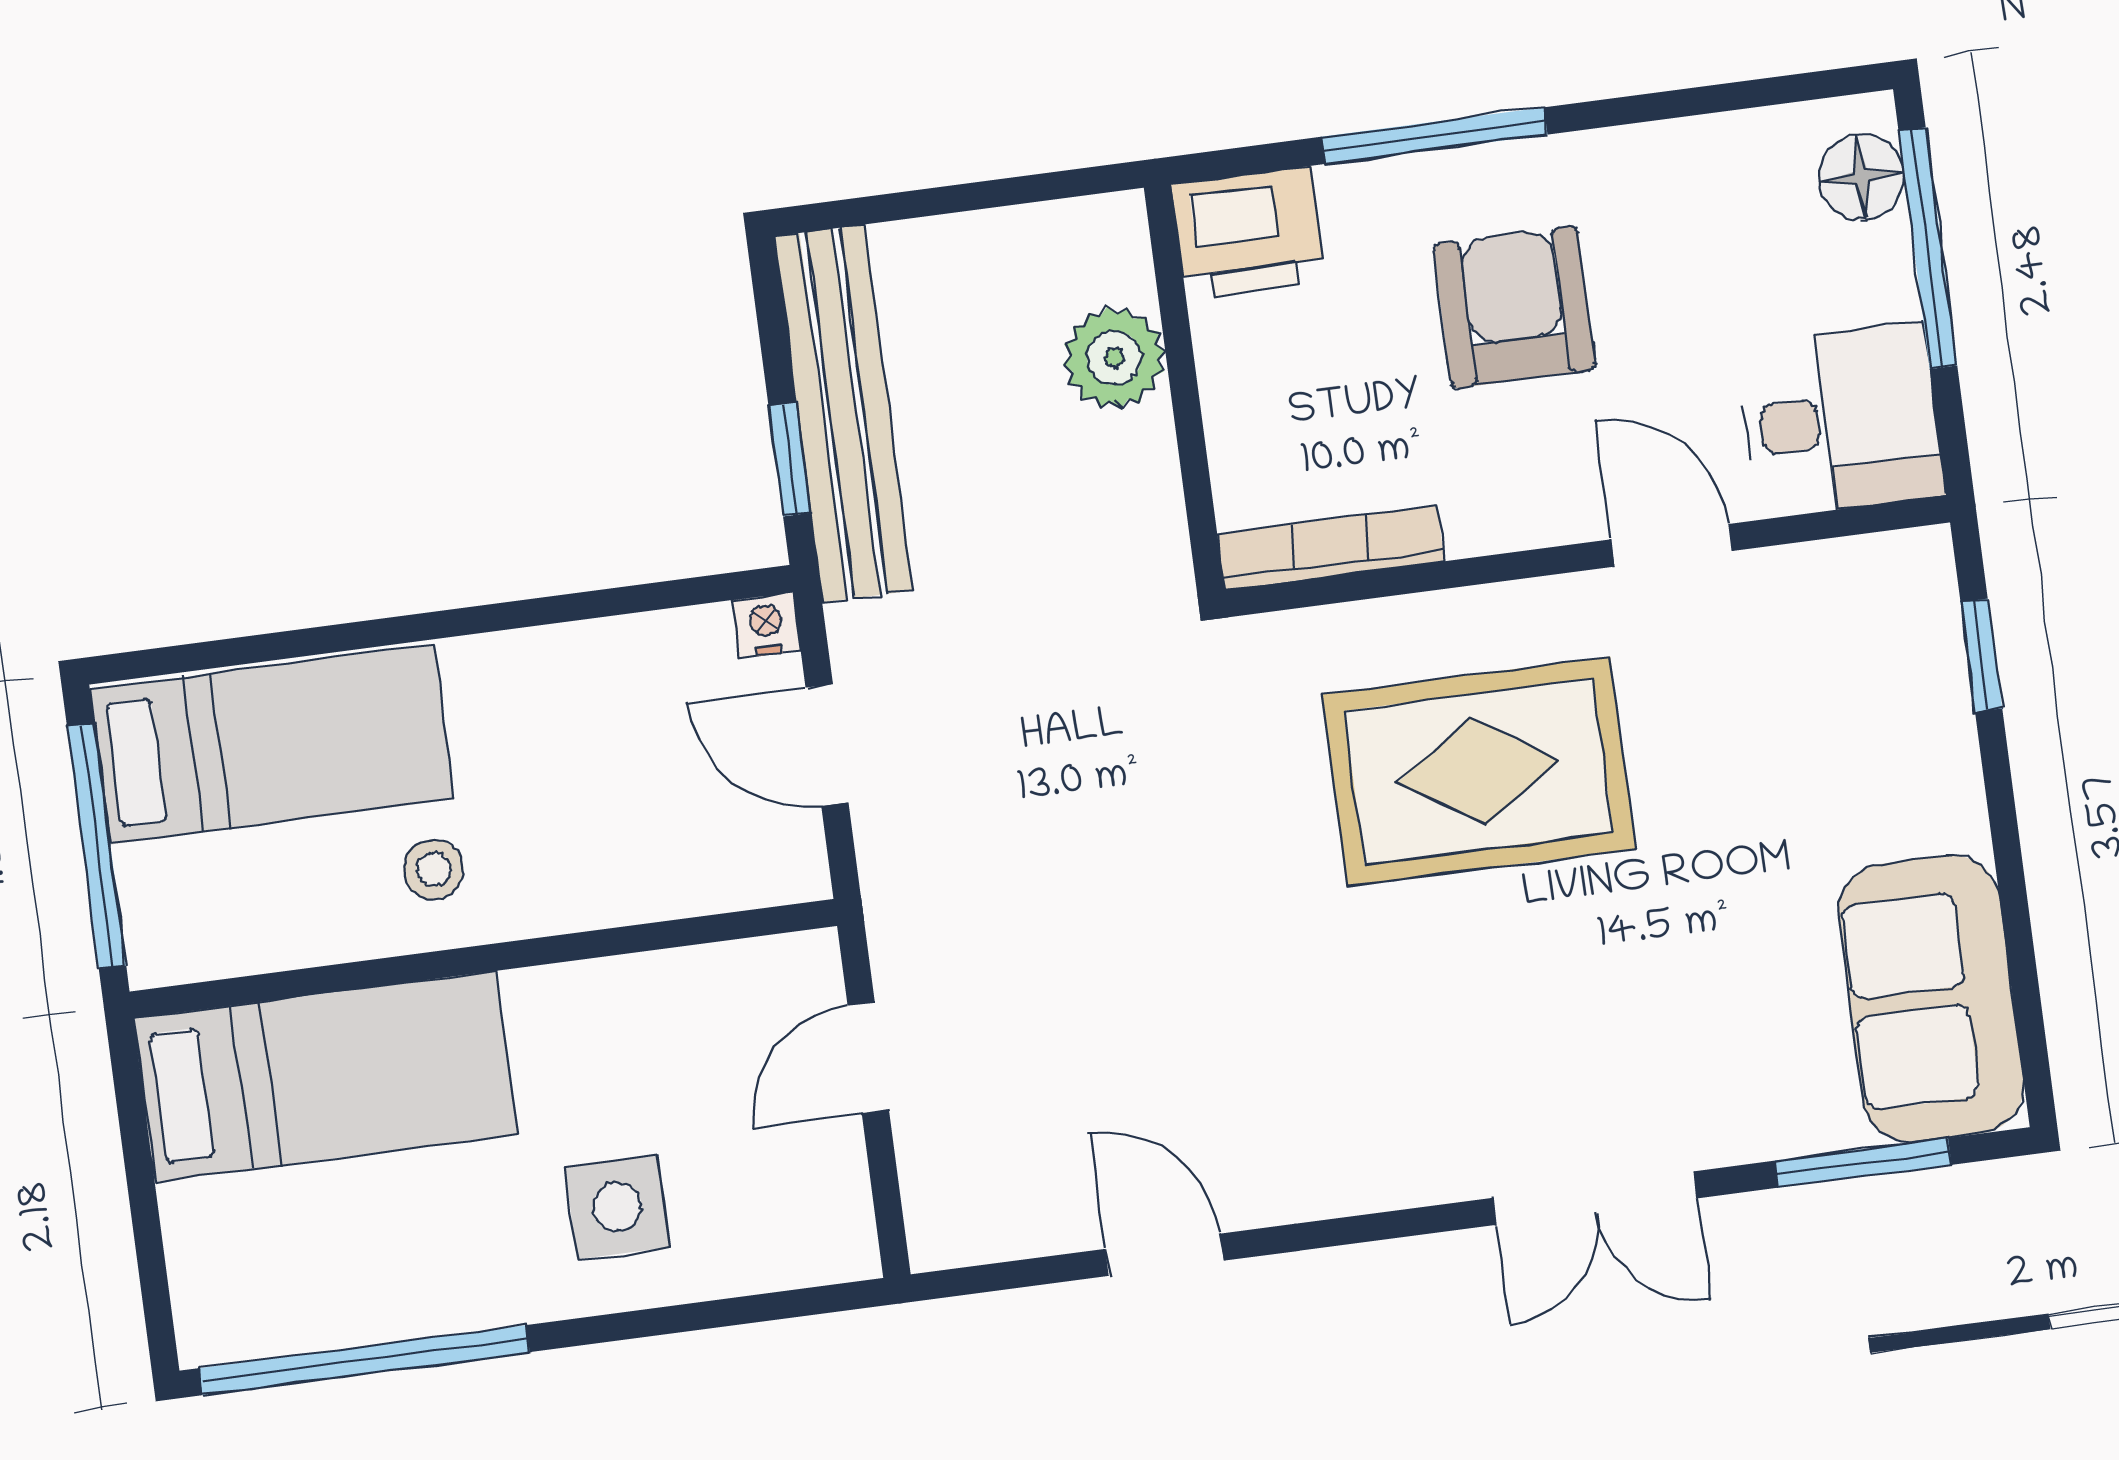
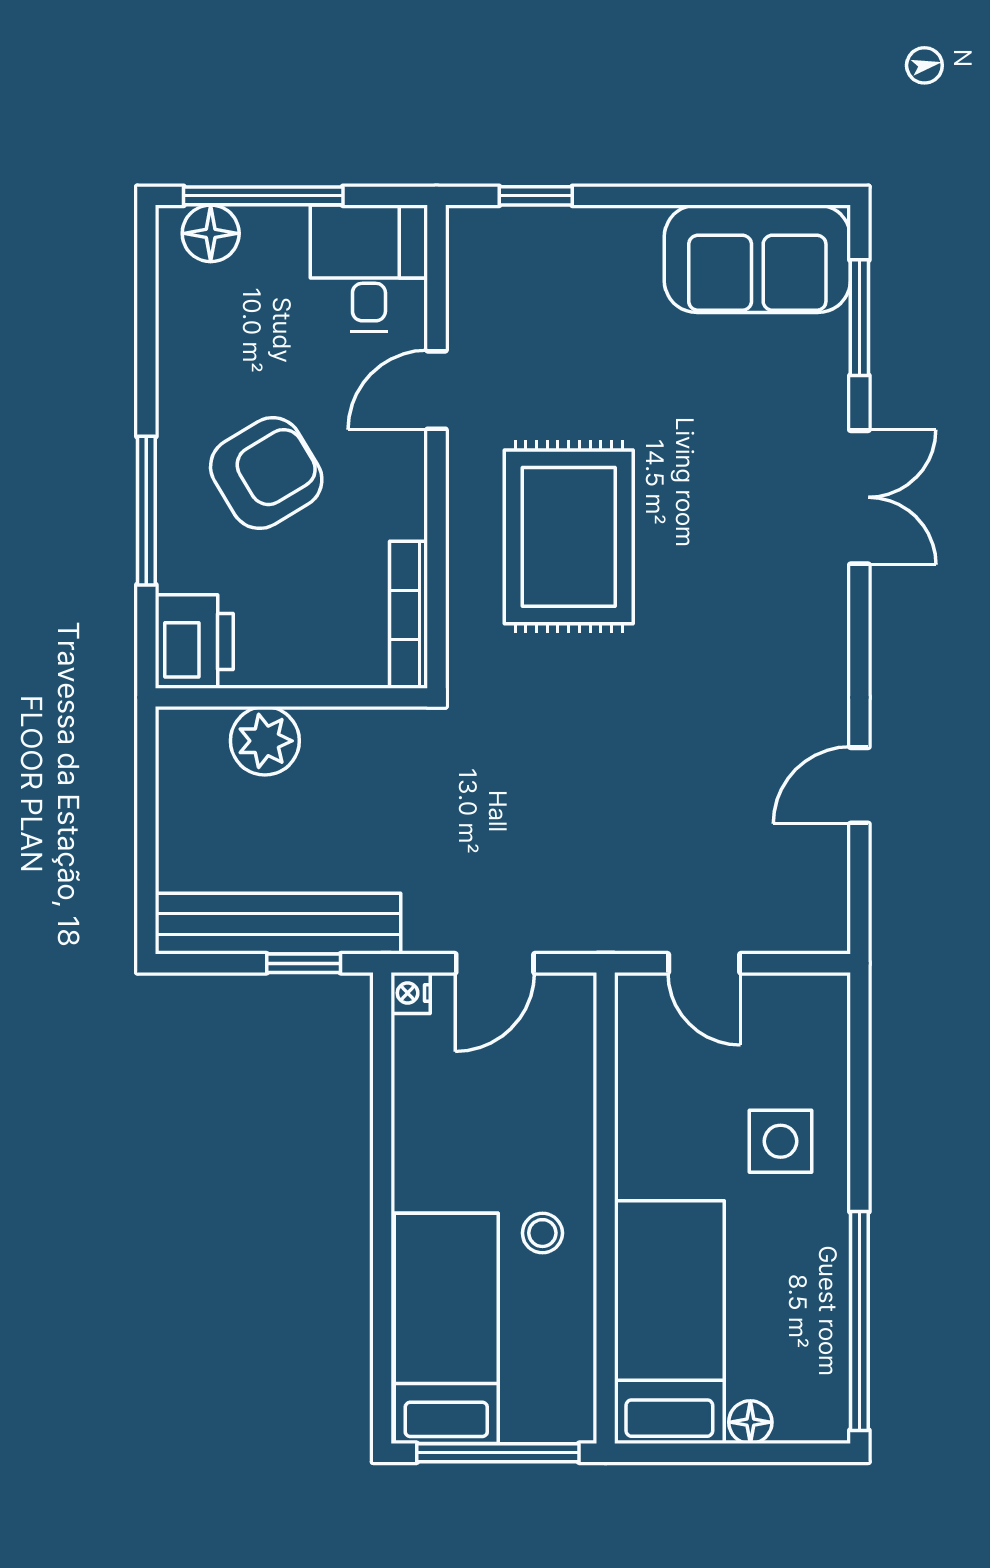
armchair: (1514, 307) -> (266, 473), turned 149
floor lamp: (192, 1217) -> (750, 1422), added

